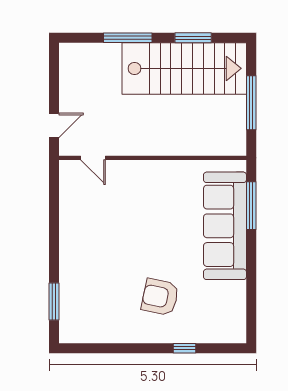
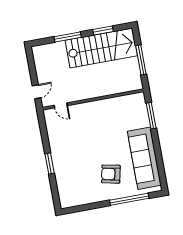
sofa: (225, 226) -> (144, 158), moved
window: (54, 302) -> (50, 163), moved
window: (185, 348) -> (129, 199), width x3.17

